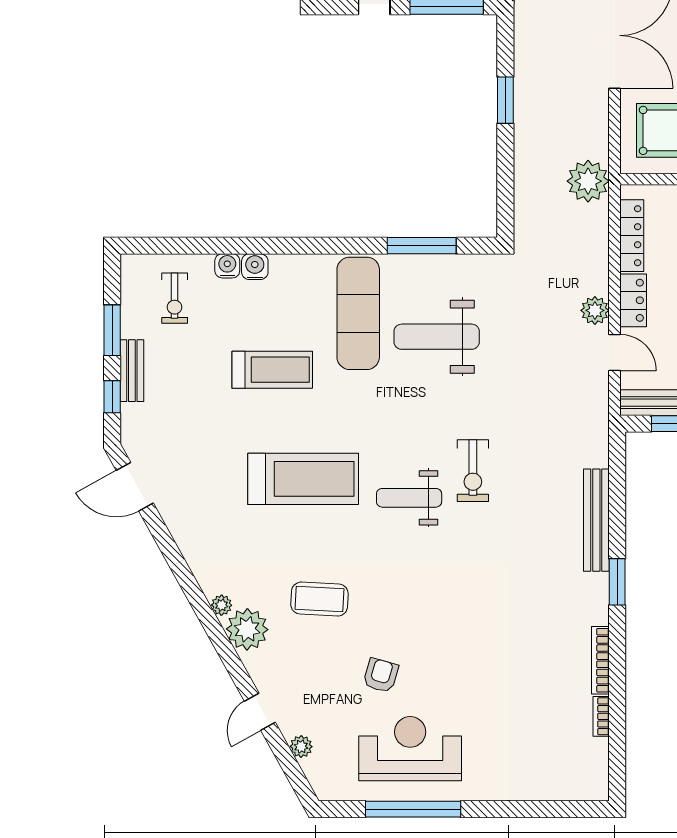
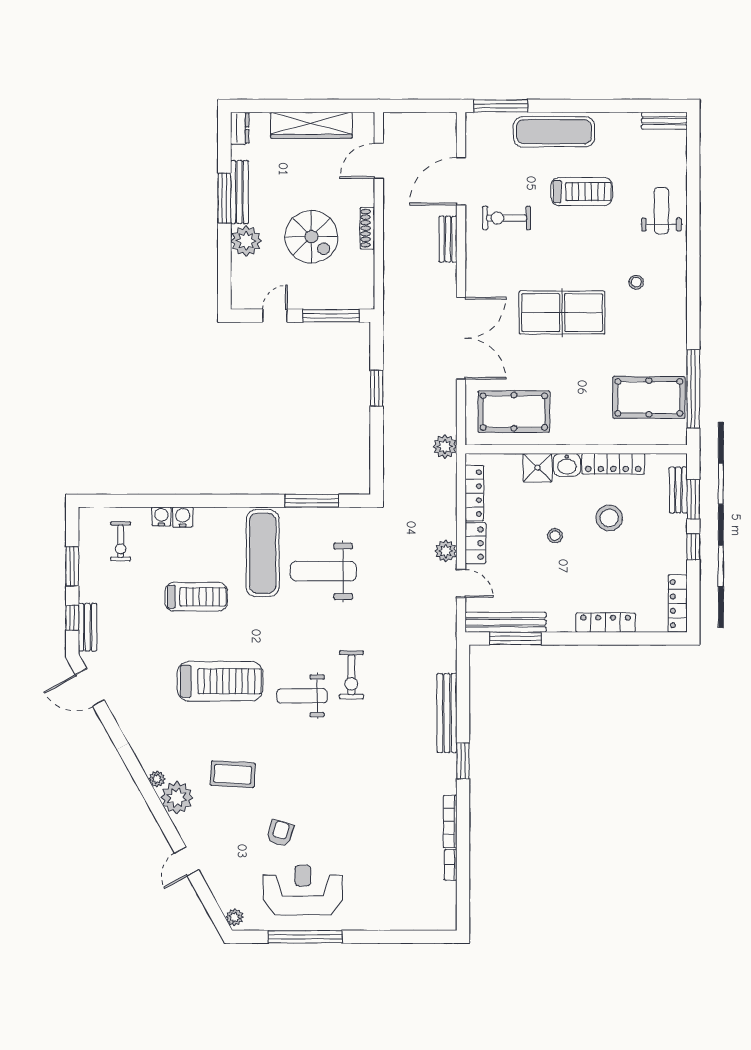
plant: (588, 181) -> (445, 447), width x0.73, depth x0.73
bench: (132, 371) -> (88, 627), moved
plant: (301, 747) -> (235, 917), moved

